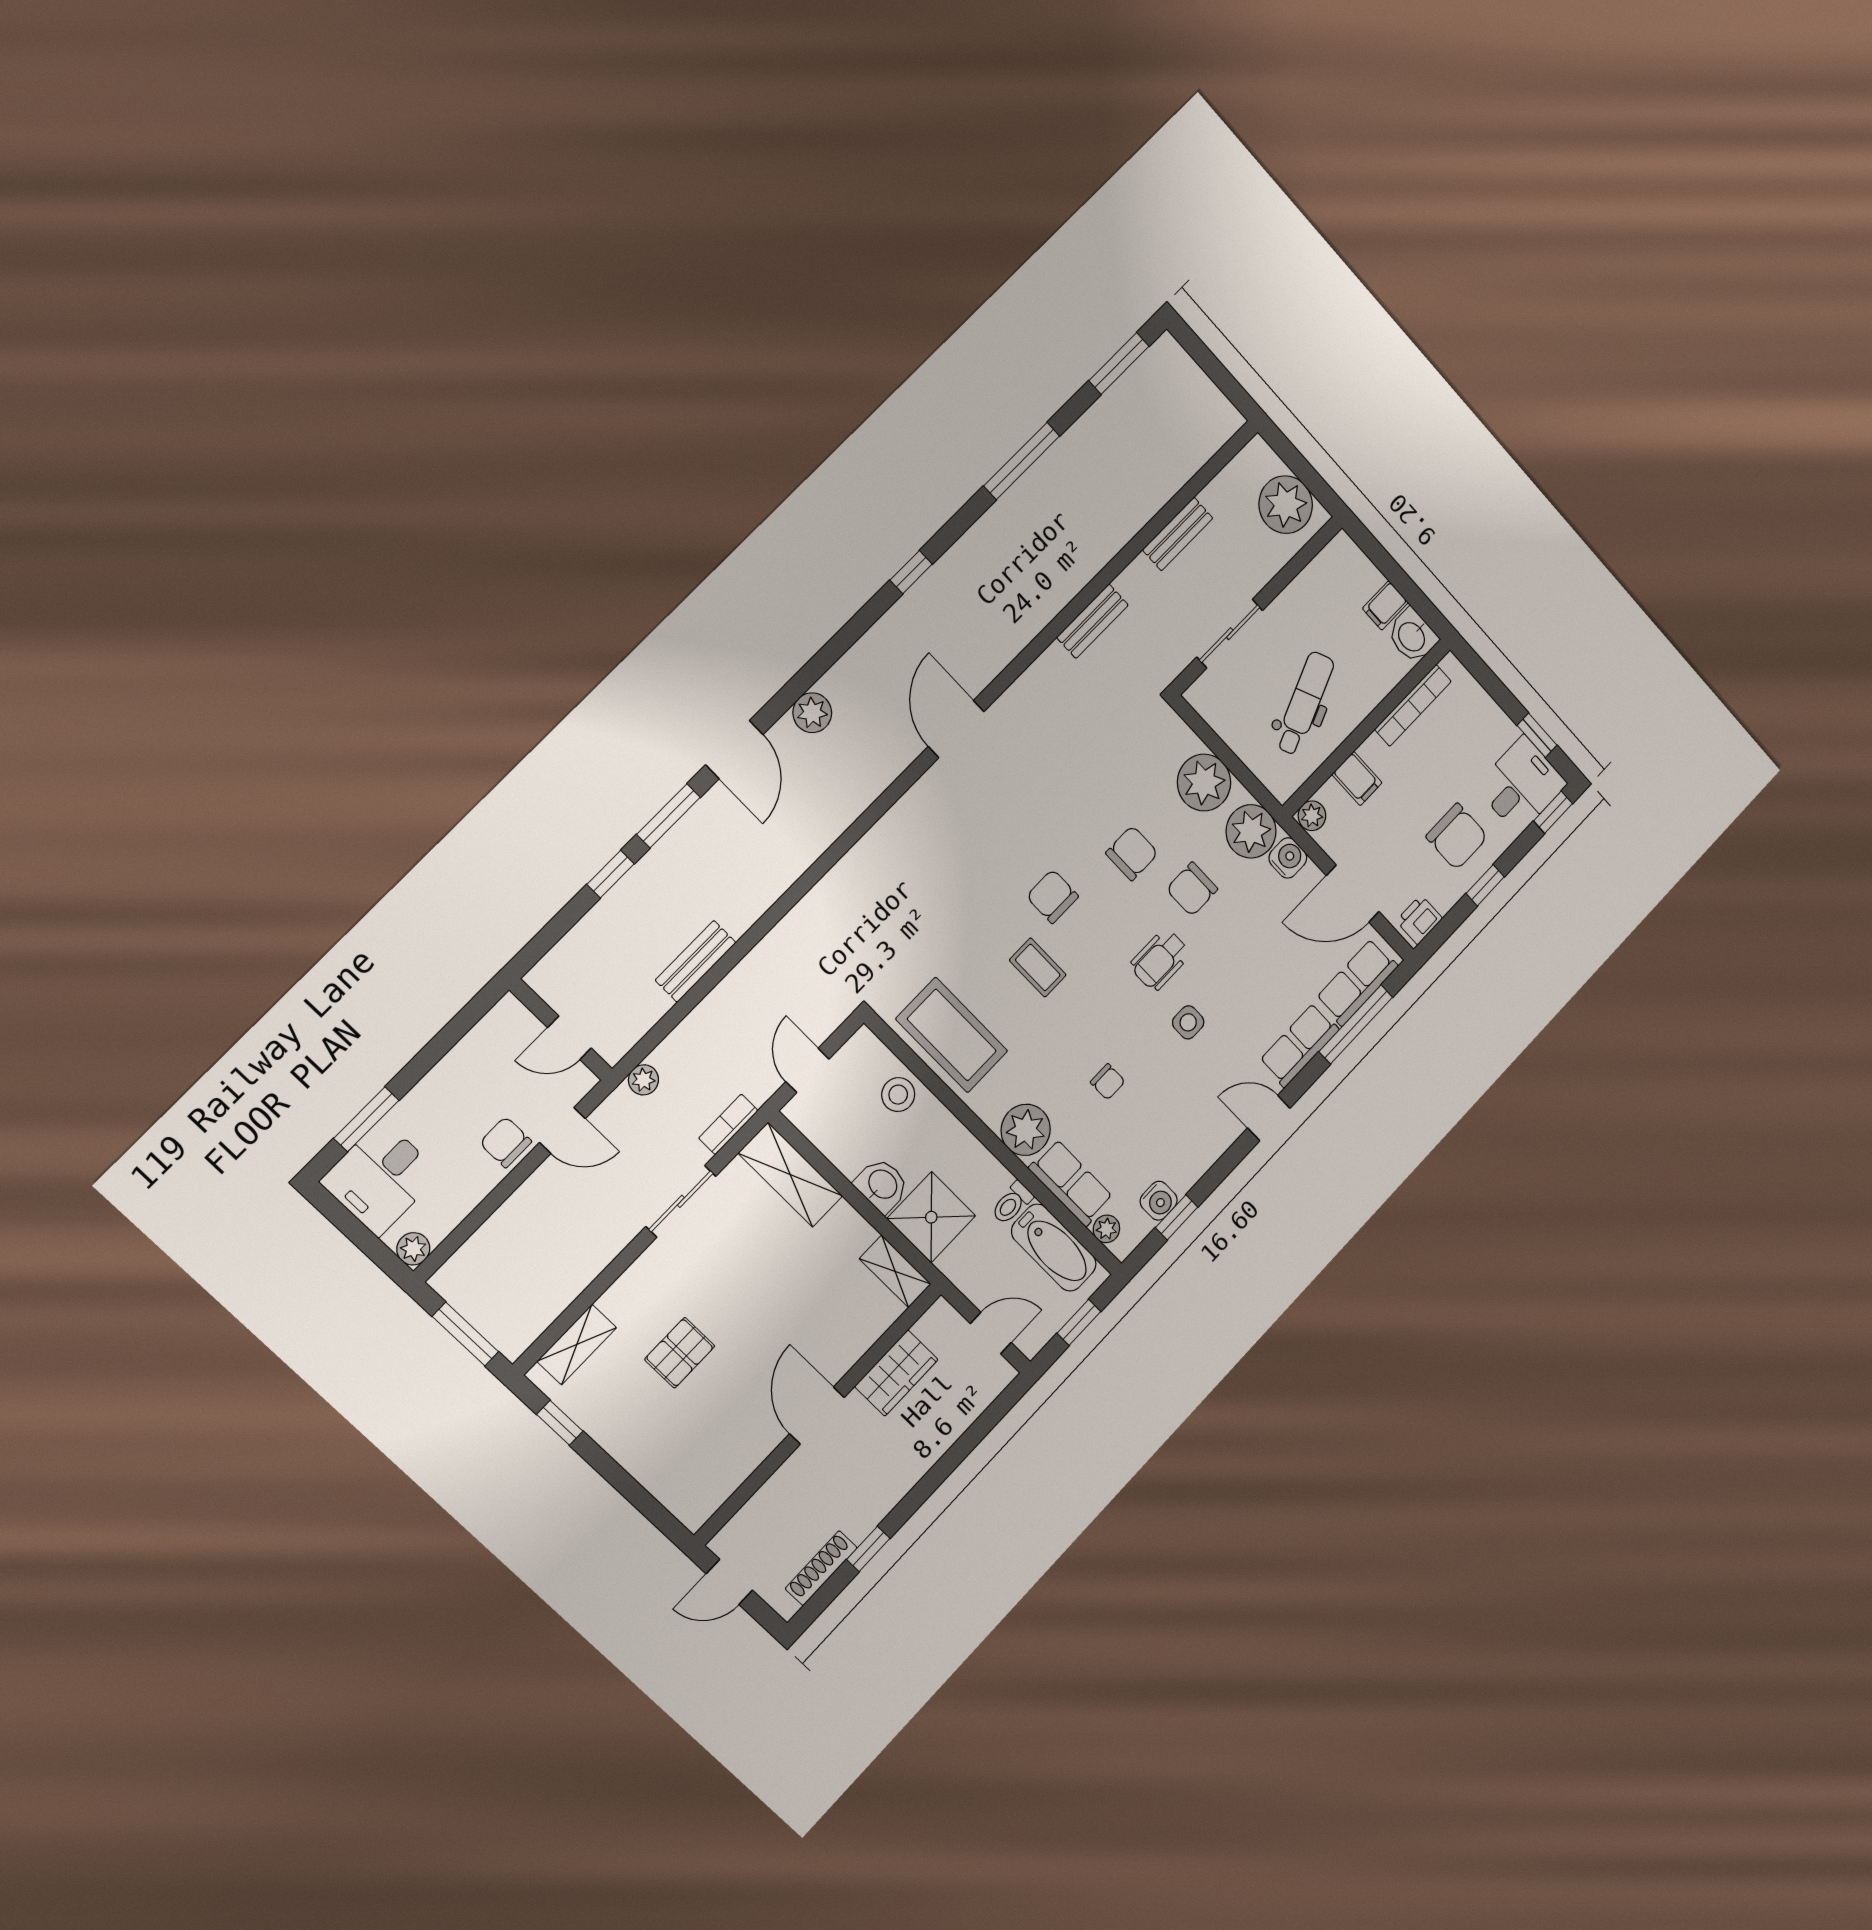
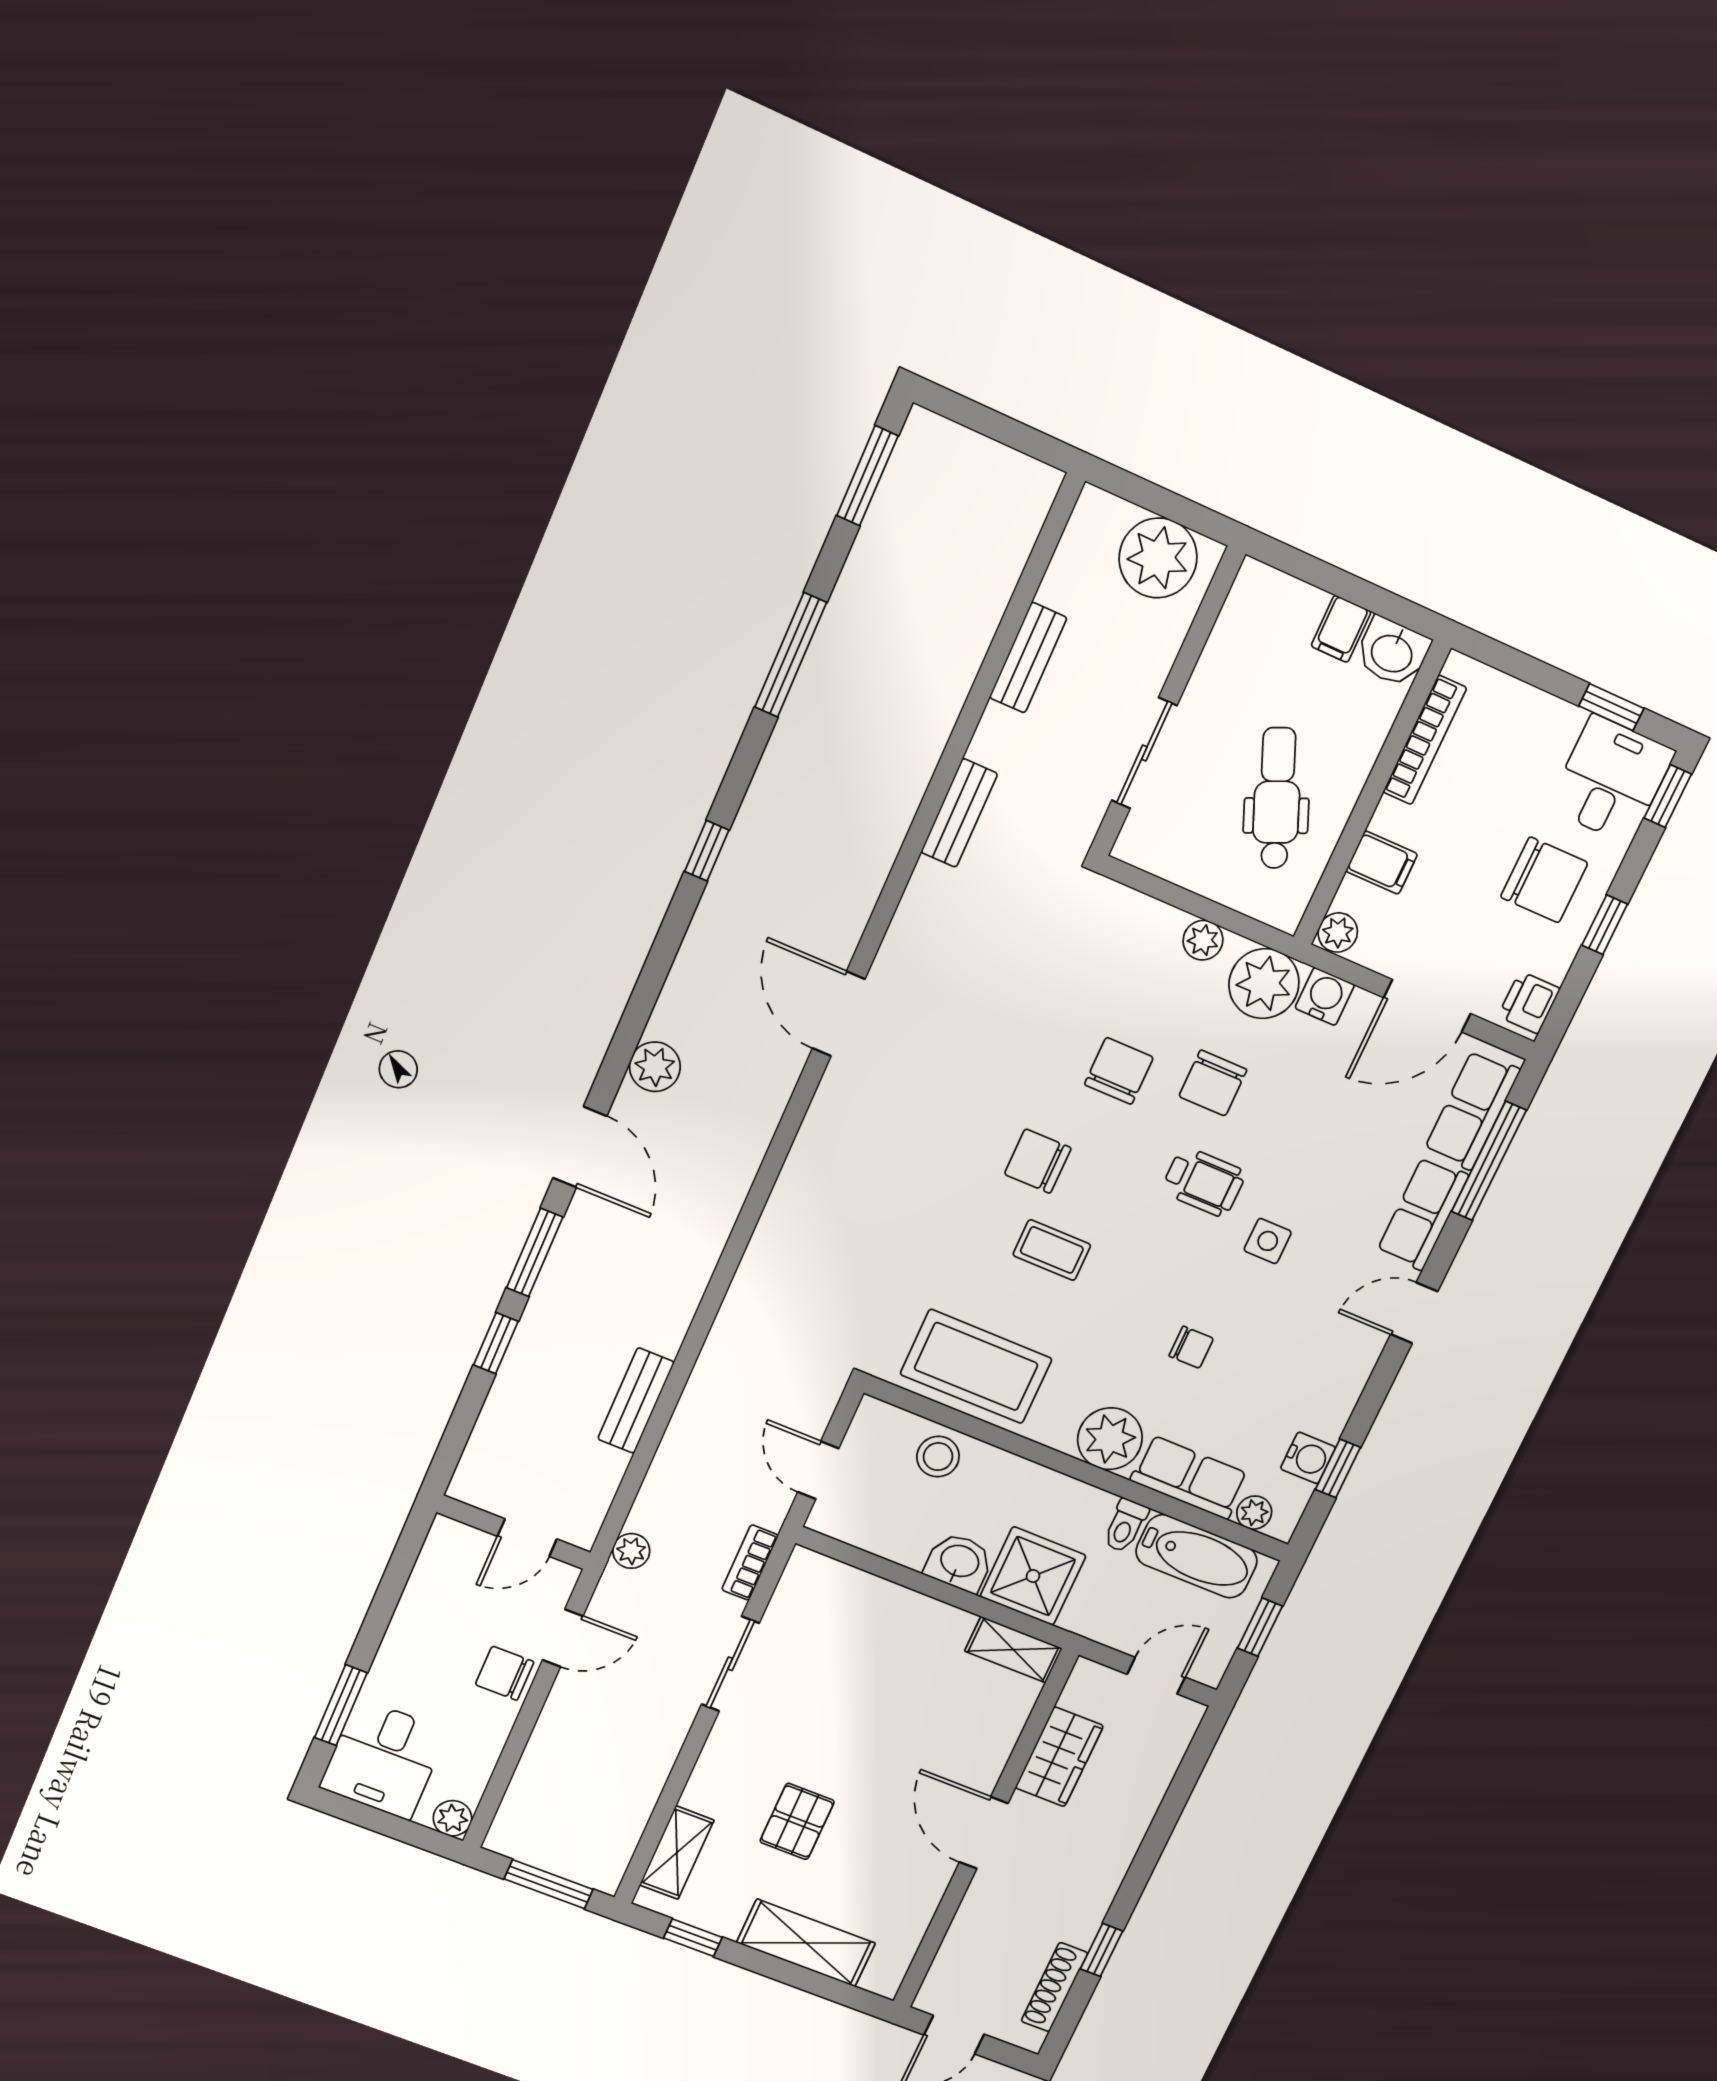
plant: (1204, 783) -> (1203, 940), width x0.53, depth x0.53
wheelchair: (1160, 960) -> (1204, 1182), turned -90
shelving: (790, 1175) -> (806, 1943), moved

